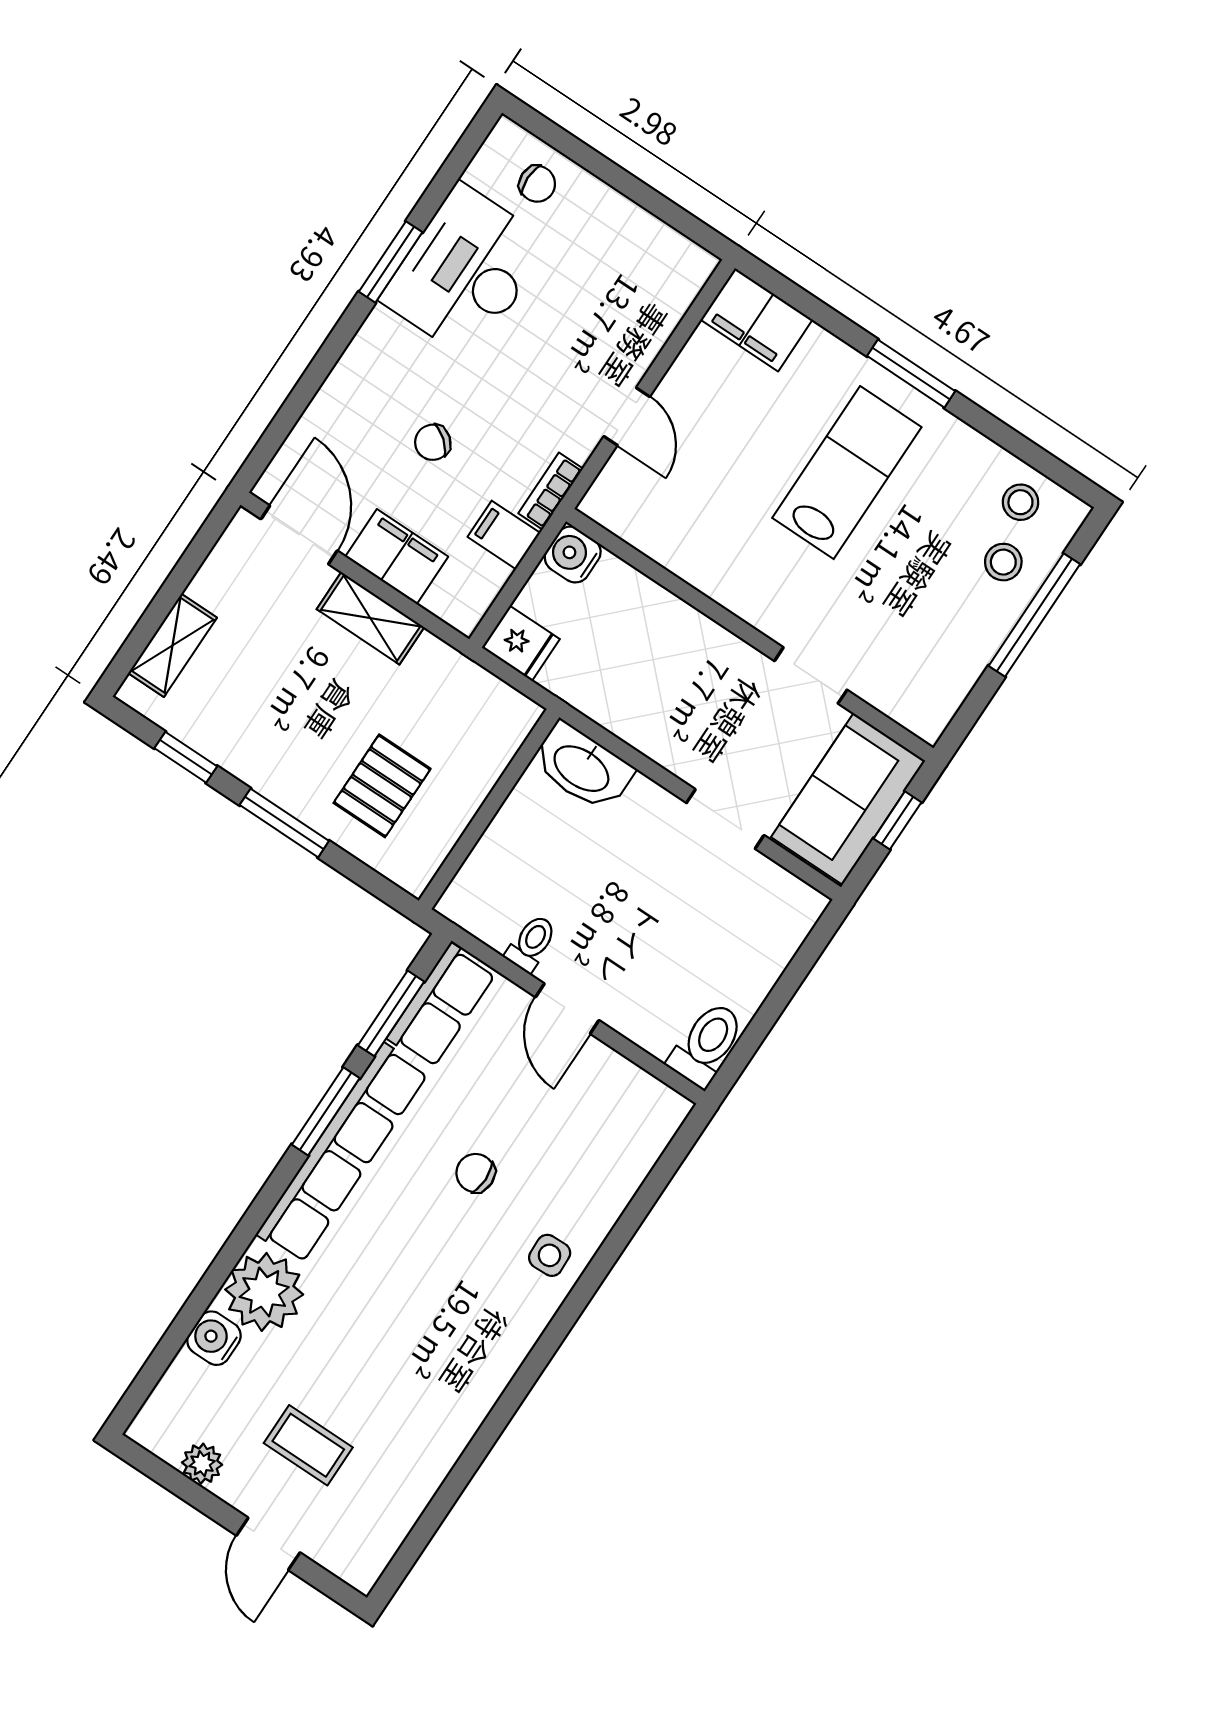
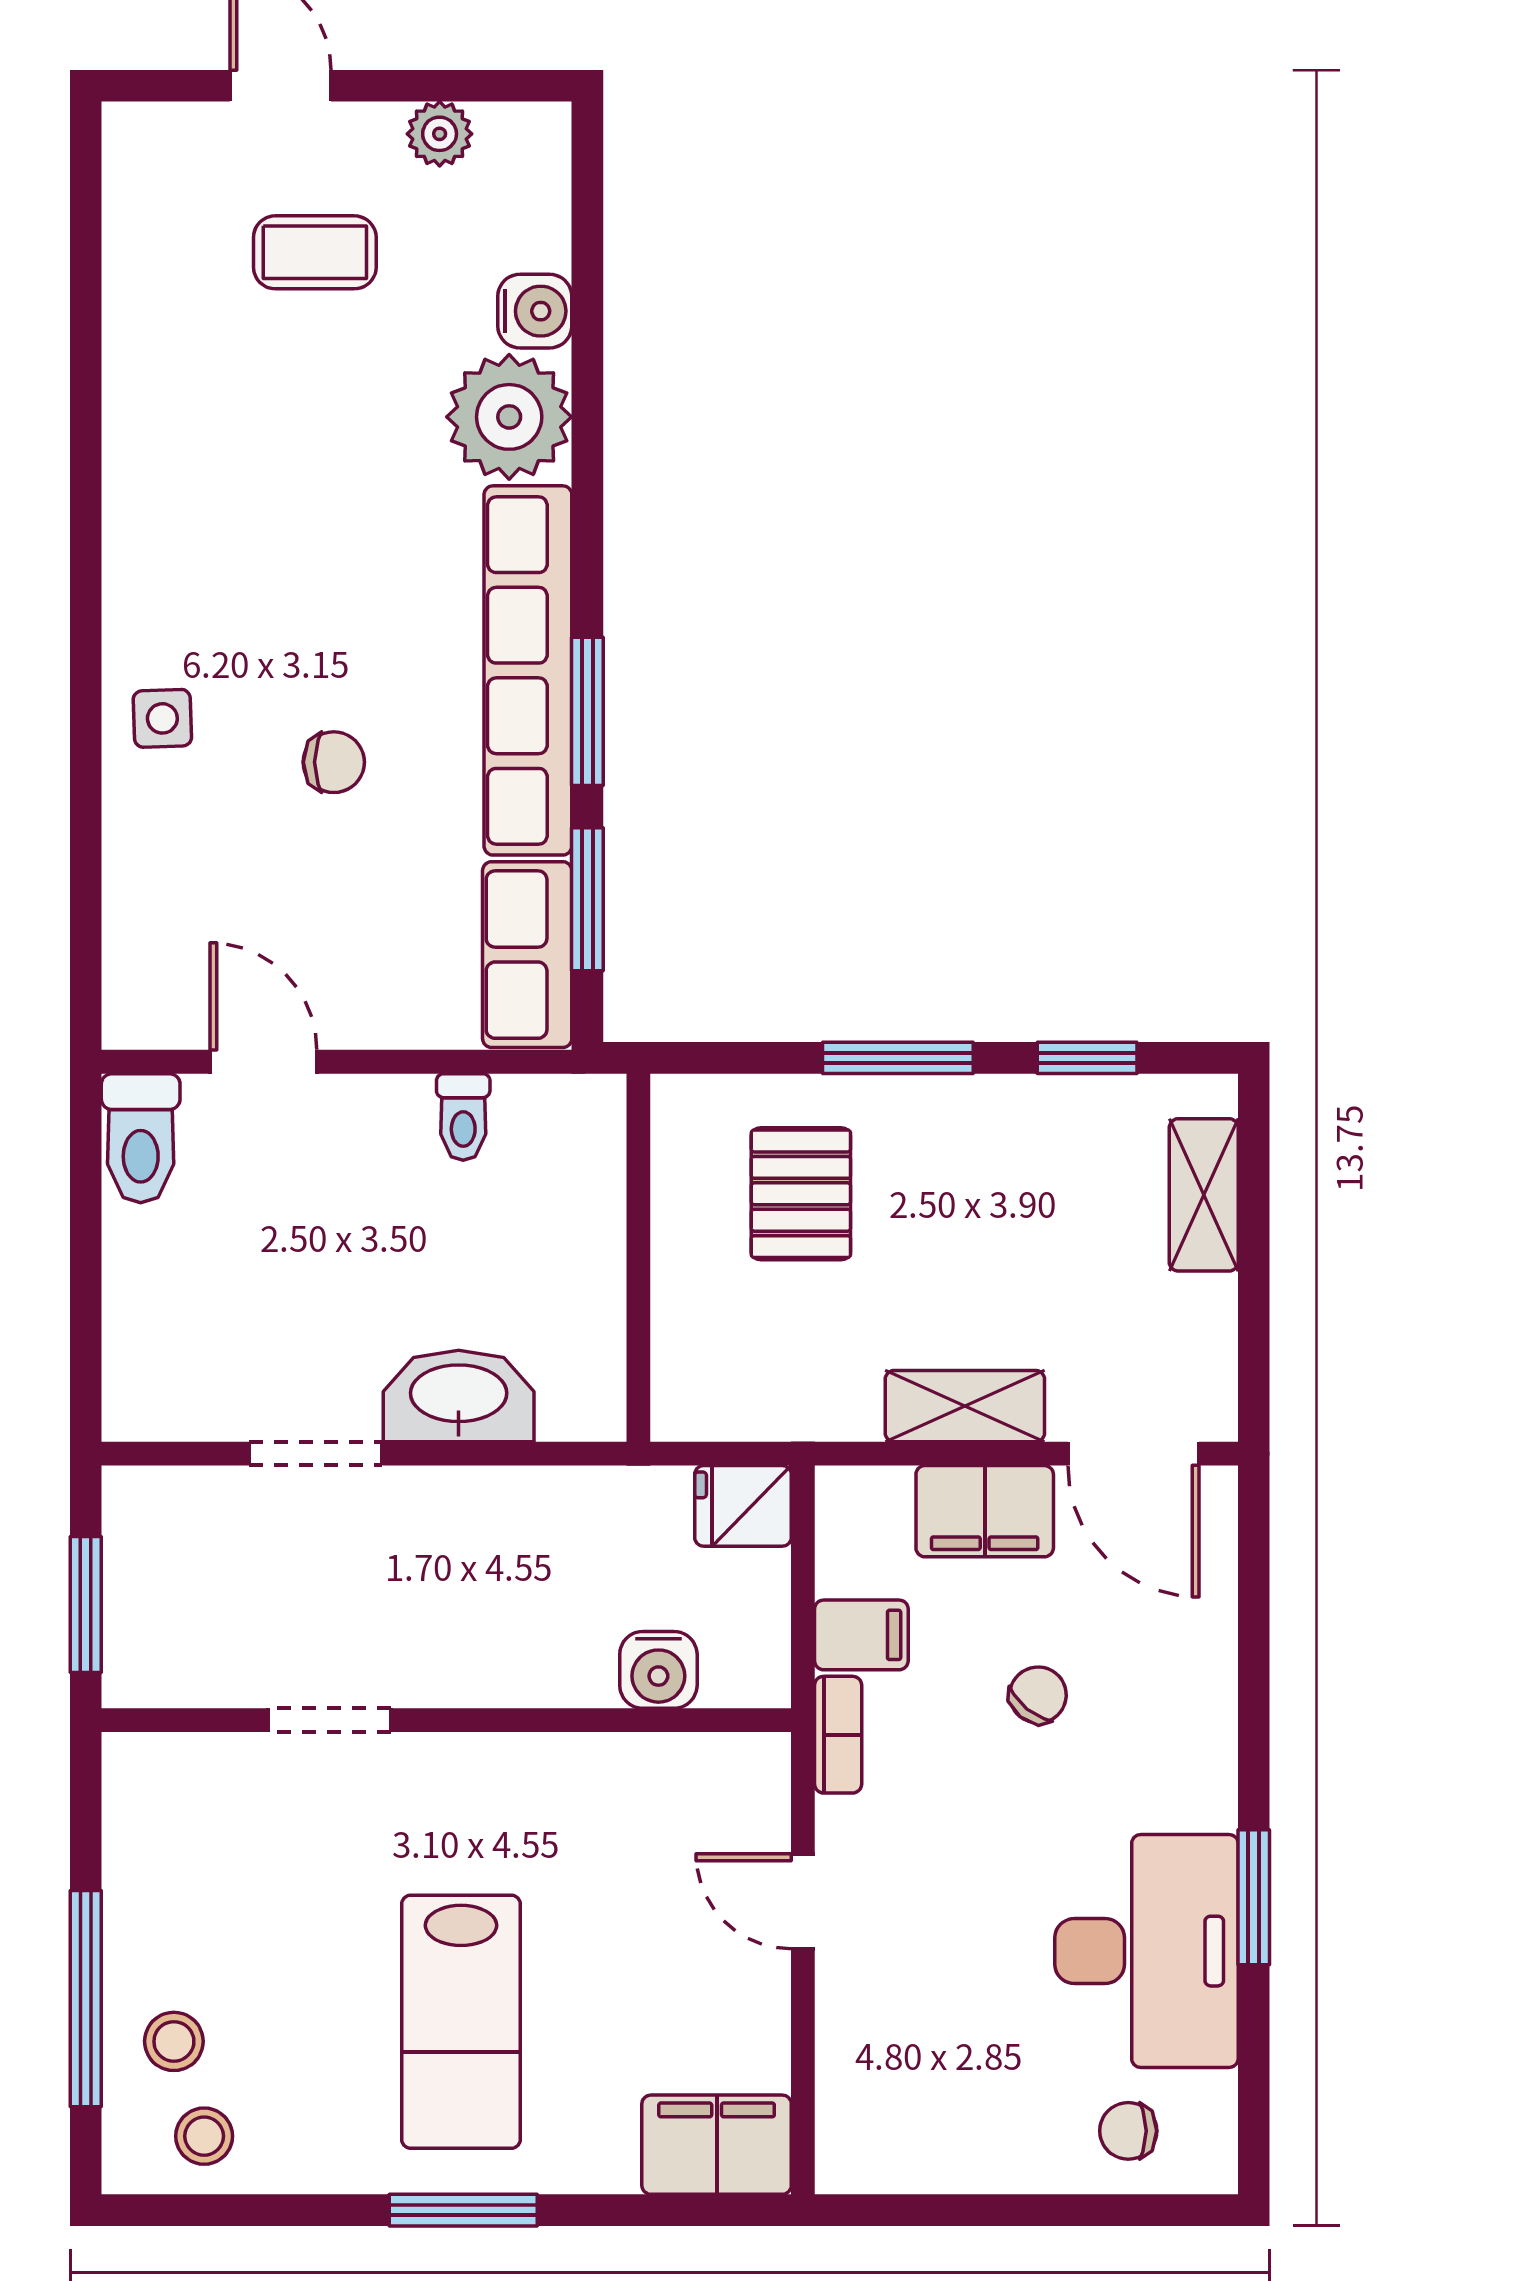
water cooler: (573, 555) -> (658, 1670), moved, turned 90
washbasin: (582, 767) -> (459, 1396), moved
sofa: (848, 799) -> (170, 1589), removed
window: (897, 820) -> (86, 1604), width x1.50
door: (567, 1009) -> (263, 1062), moved

